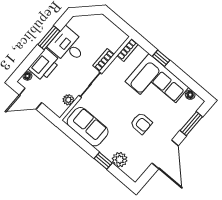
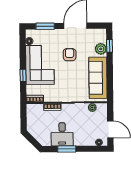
printer: (44, 65) -> (84, 138), removed
sofa: (88, 127) -> (98, 78), width x1.36
window: (103, 161) -> (109, 46), moved

